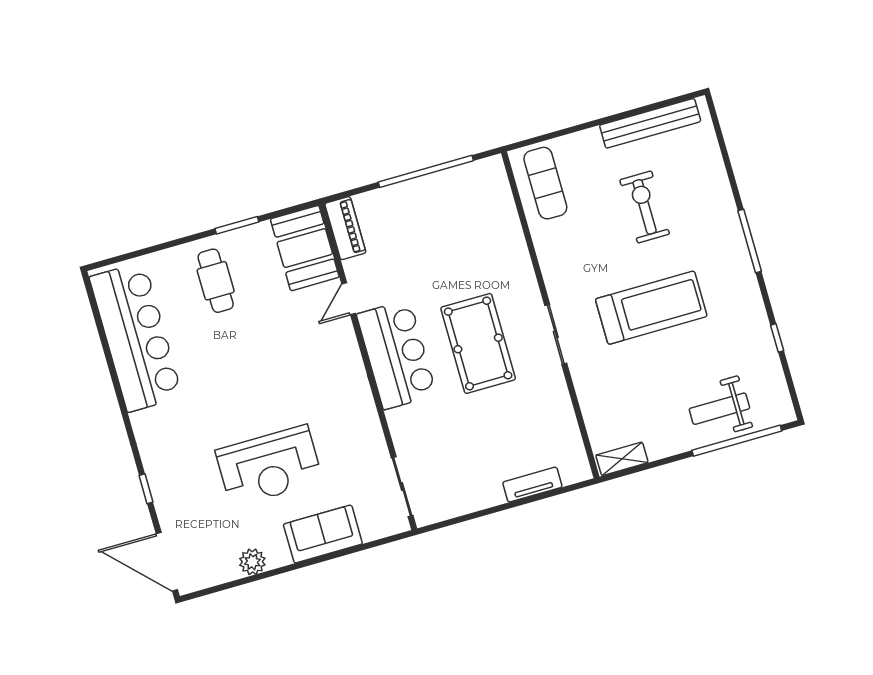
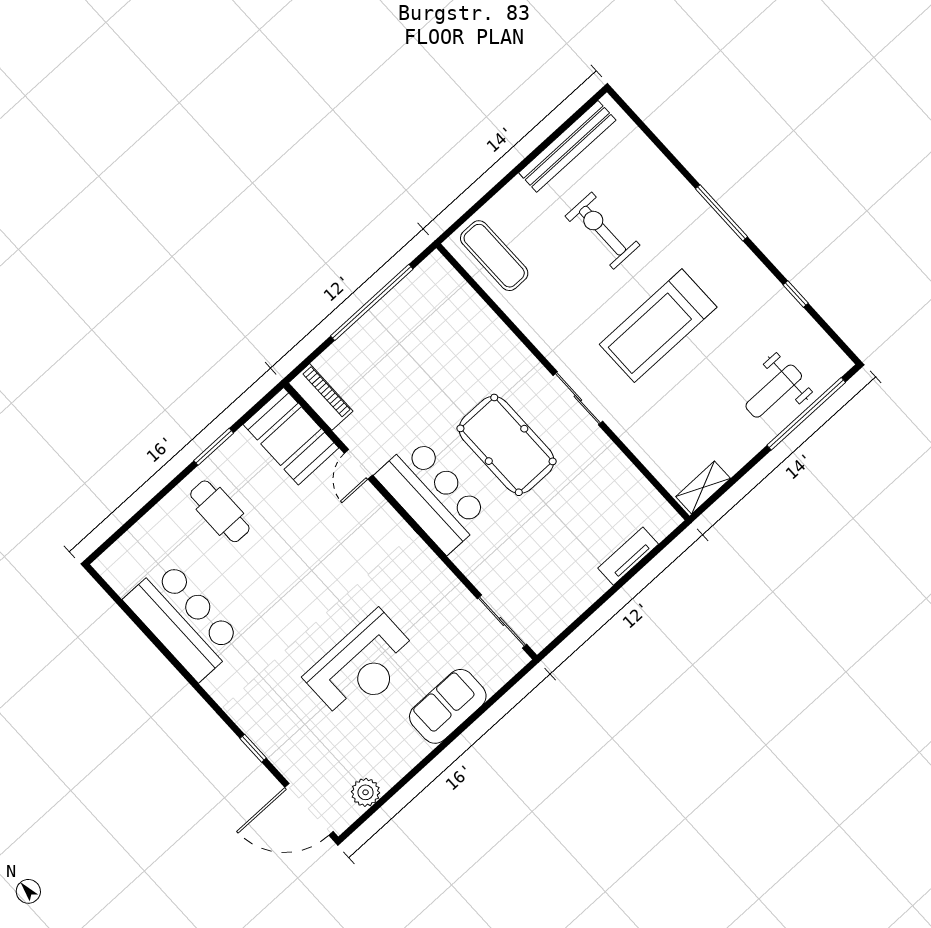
treadmill: (651, 308) -> (658, 326), turned 180
bar counter: (136, 337) -> (183, 620), width x0.73
plant: (252, 562) -> (366, 792), moved

